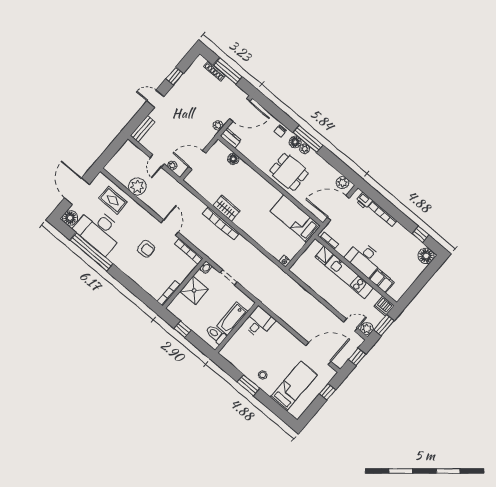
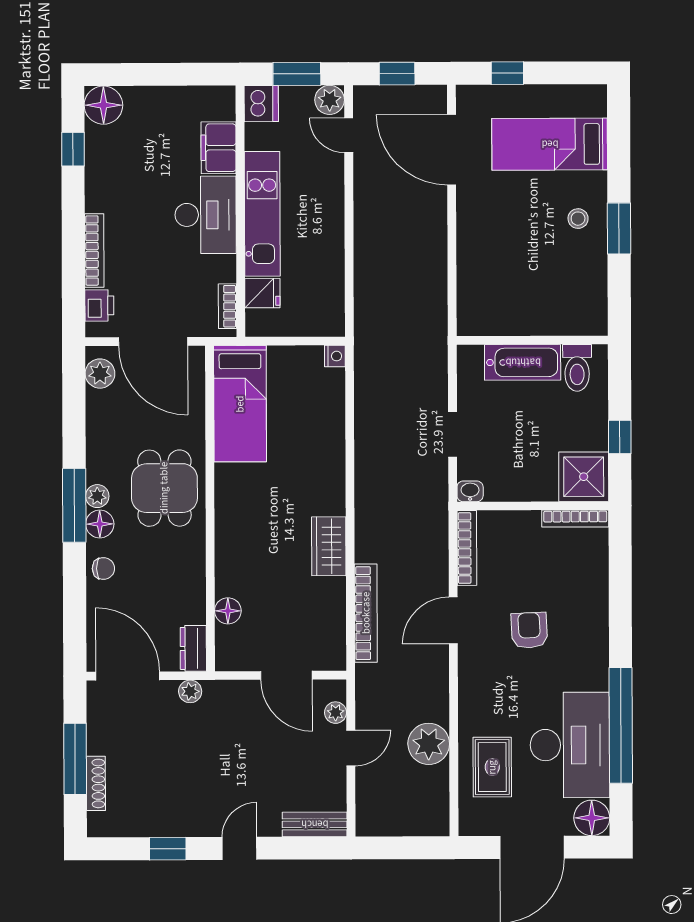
door: (155, 99) -> (239, 848), swing flipped
bookcase: (221, 224) -> (366, 613), moved
shower: (194, 290) -> (584, 477), moved
desk: (259, 322) -> (487, 307), removed

